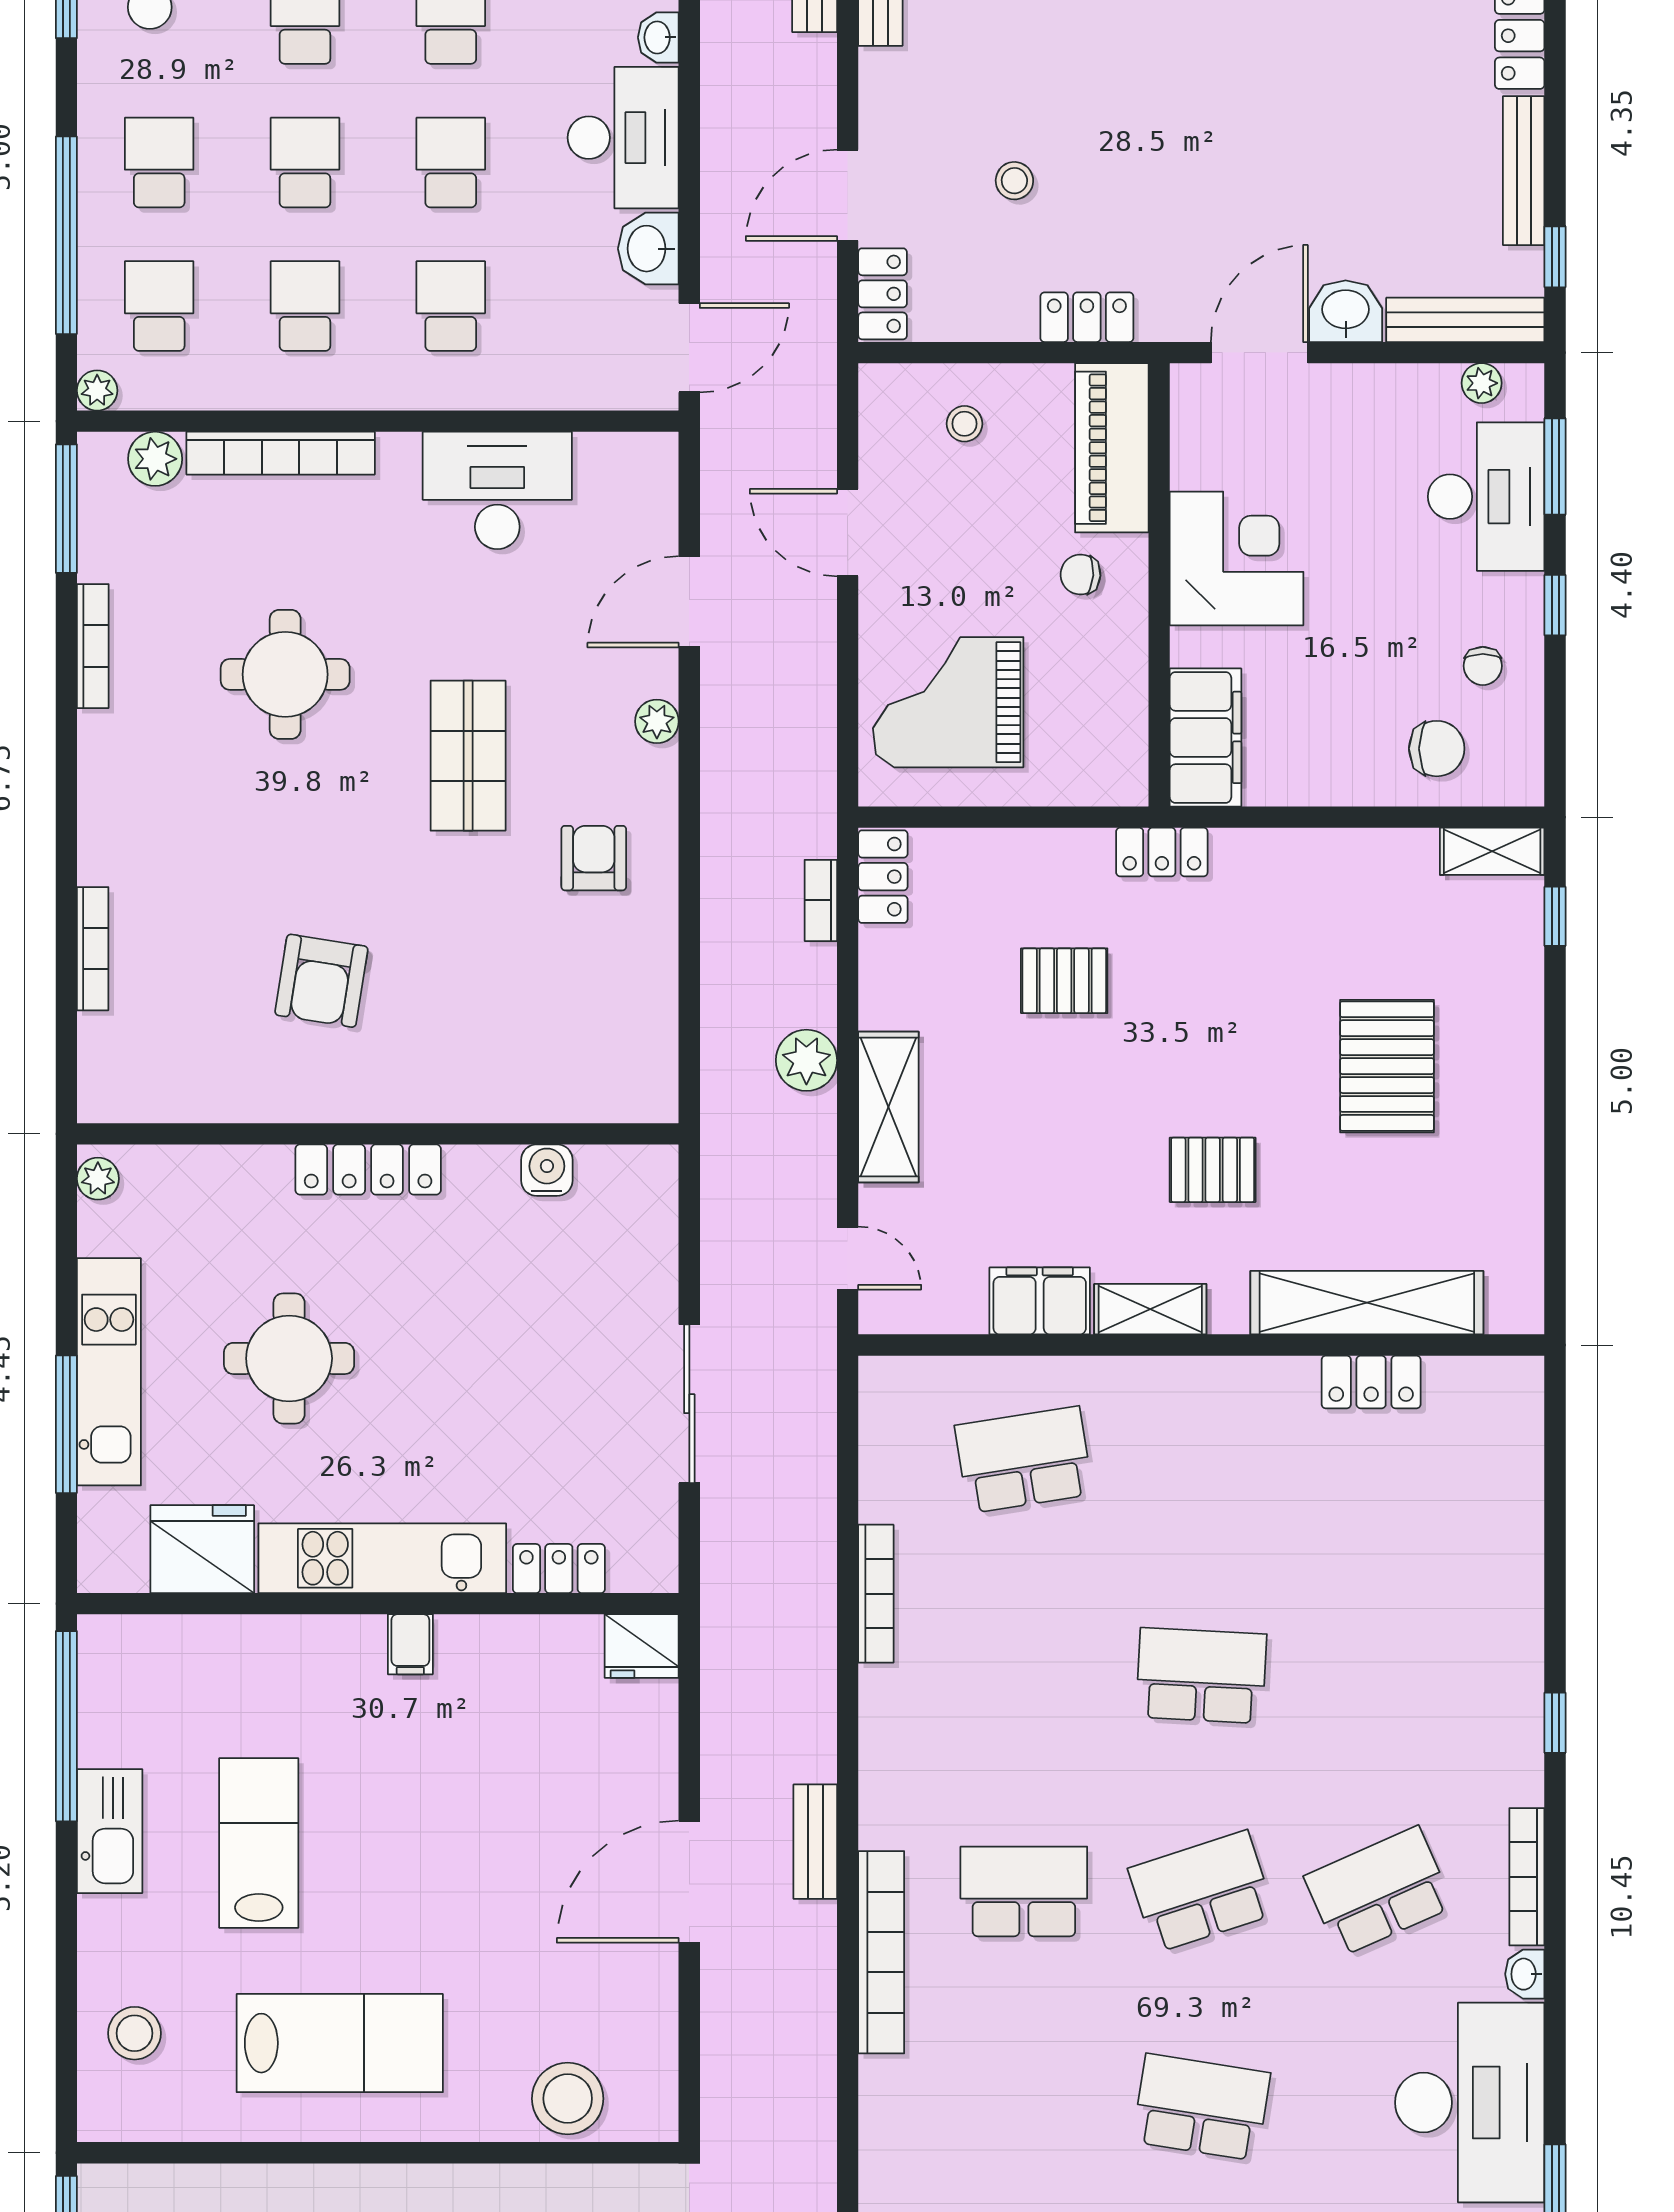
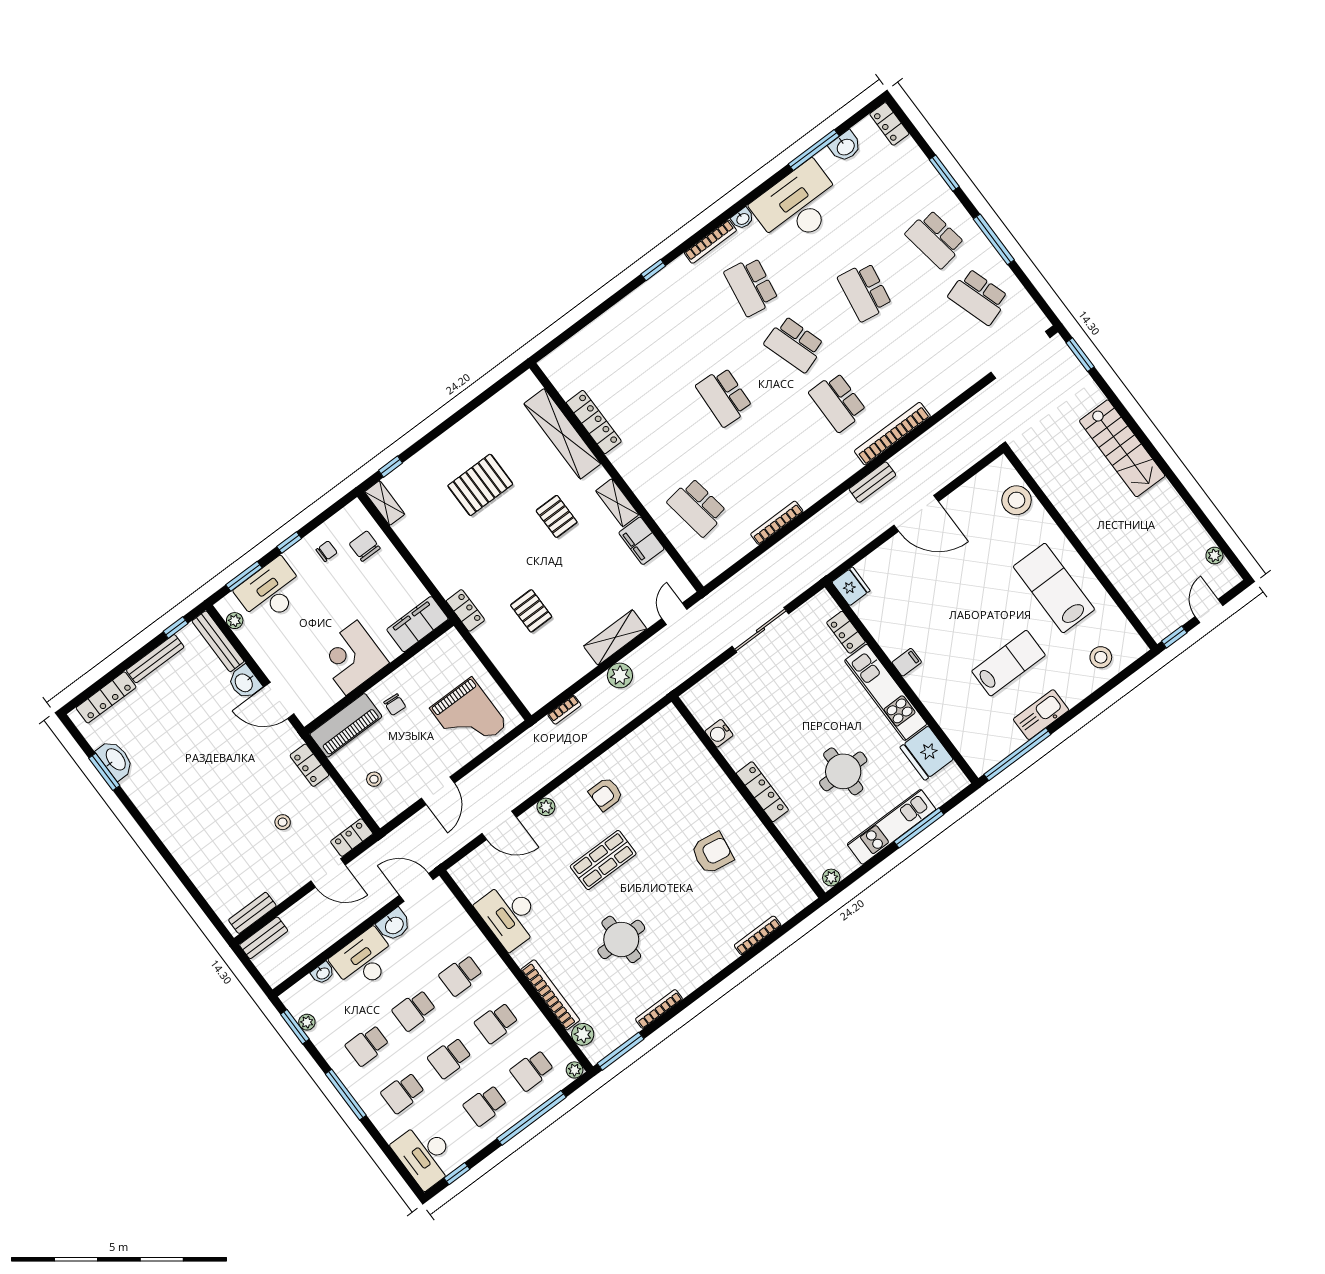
locker: (883, 877) -> (541, 695), removed
locker: (1371, 1382) -> (594, 422), width x1.53
lab bench: (259, 1843) -> (1009, 663), turned 180
school desk: (1379, 1891) -> (751, 286), turned 33

